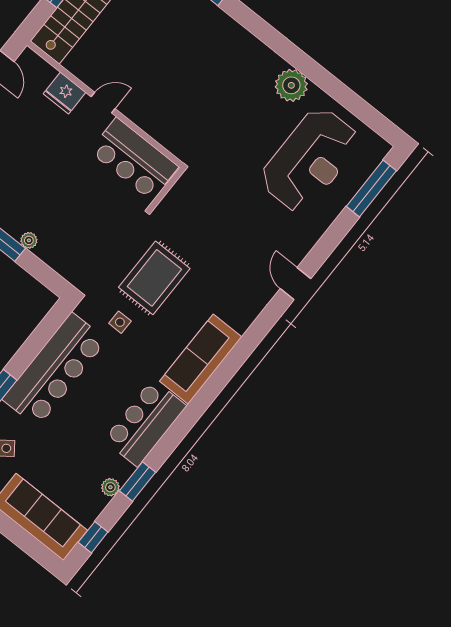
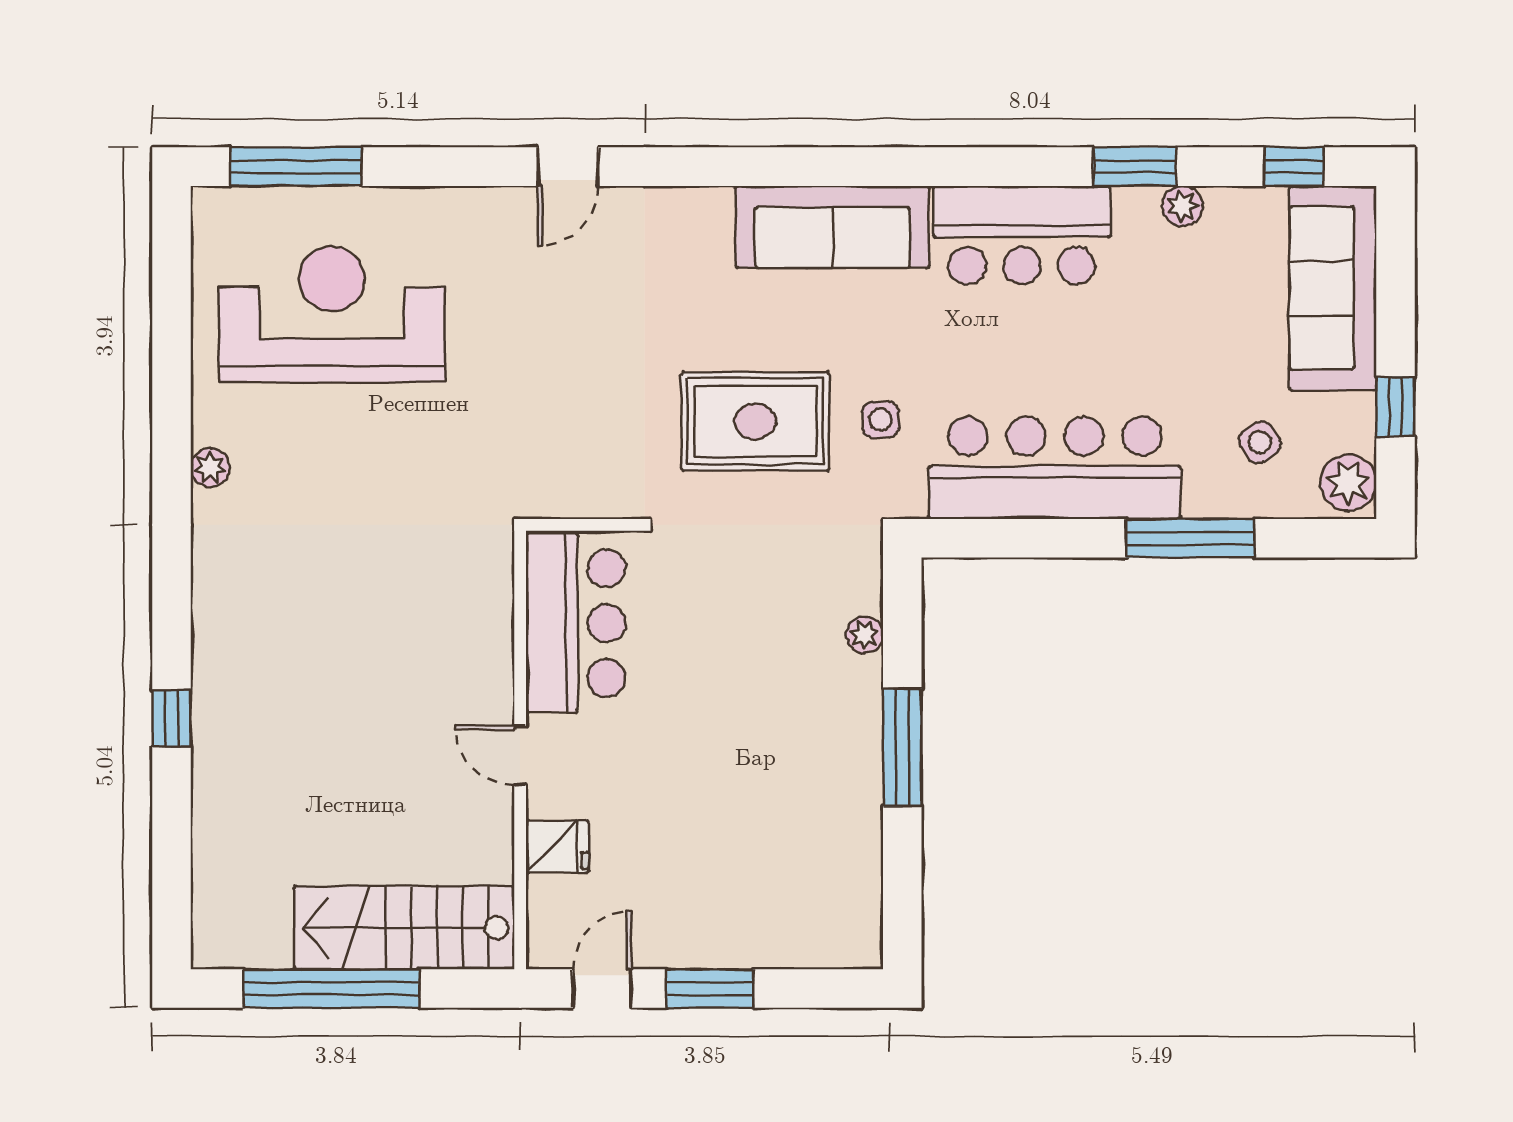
plant: (291, 85) -> (210, 468), width x0.53, depth x0.53
fridge: (64, 93) -> (557, 847), width x0.72
plant: (29, 240) -> (865, 635), moved

